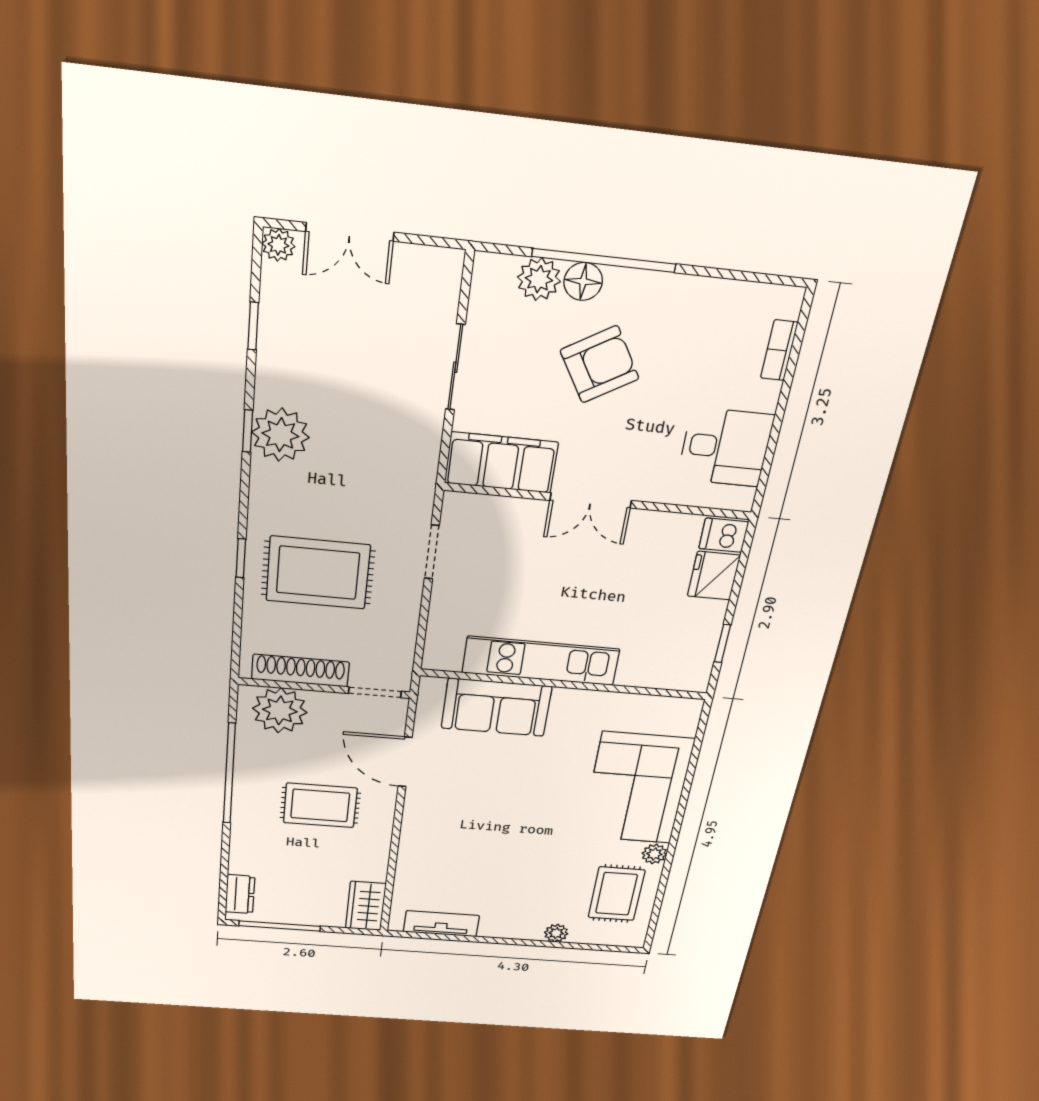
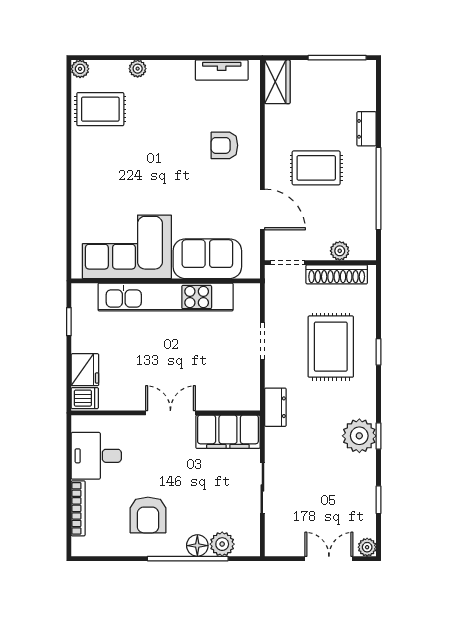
bookcase: (779, 350) -> (78, 508), width x1.56
armchair: (600, 364) -> (148, 515), moved, turned -59
dresser: (418, 492) -> (275, 407), added
doorway: (432, 552) -> (262, 341), moved
rug: (318, 573) -> (331, 347), turned 90
kitchen unit: (541, 661) -> (166, 297), width x1.36
plant: (280, 710) -> (340, 251), width x0.53, depth x0.53
corner sofa: (637, 788) -> (127, 247), moved, turned -90
armchair: (450, 841) -> (224, 145), added
plant: (654, 854) -> (80, 69), moved
dresser: (240, 894) -> (367, 129), moved
rug: (616, 894) -> (100, 109), turned 90

